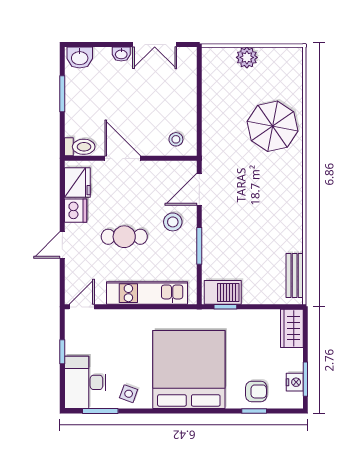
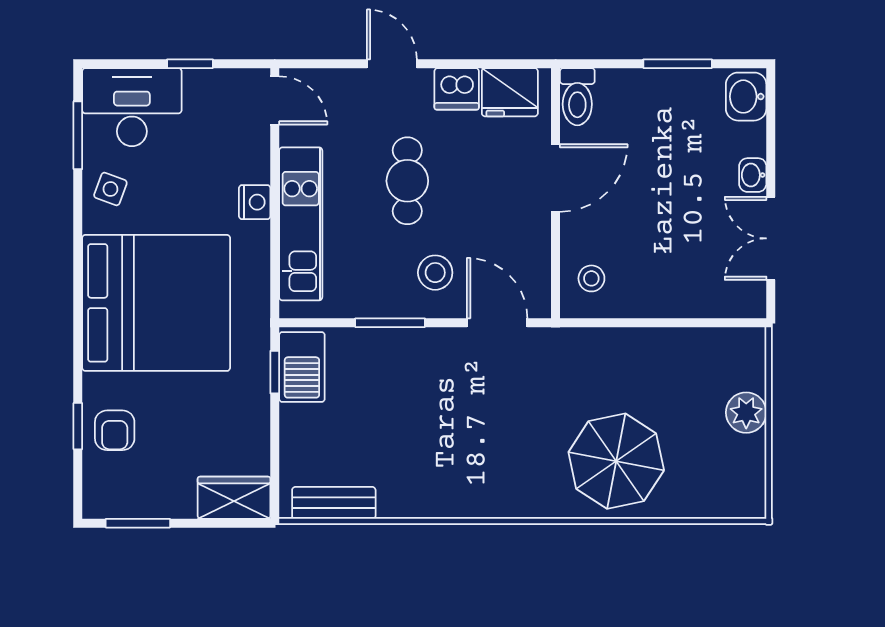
nightstand: (295, 382) -> (255, 202), moved, turned -90

